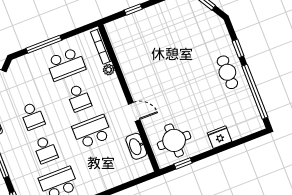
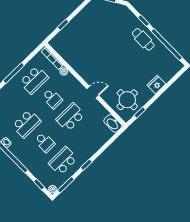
school desk: (32, 116) -> (26, 124), width x1.85
washbasin: (136, 146) -> (113, 123), moved

